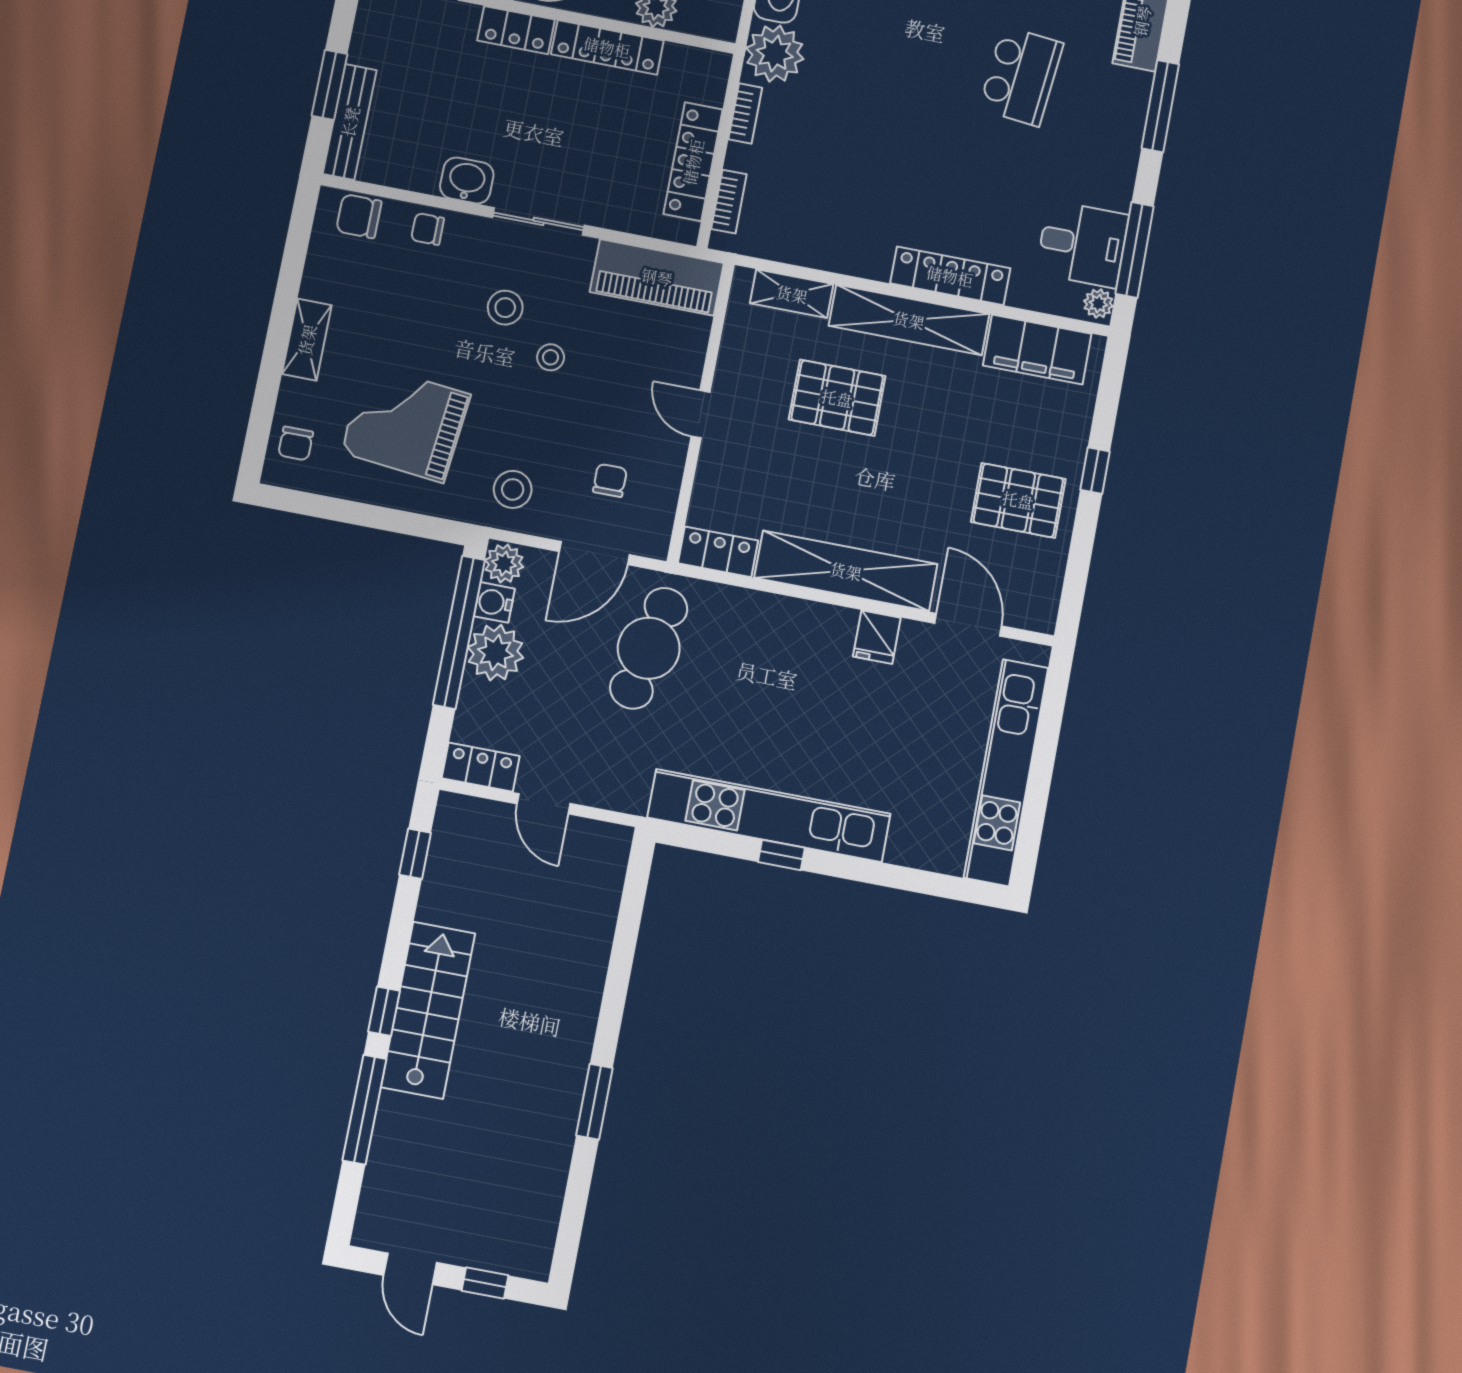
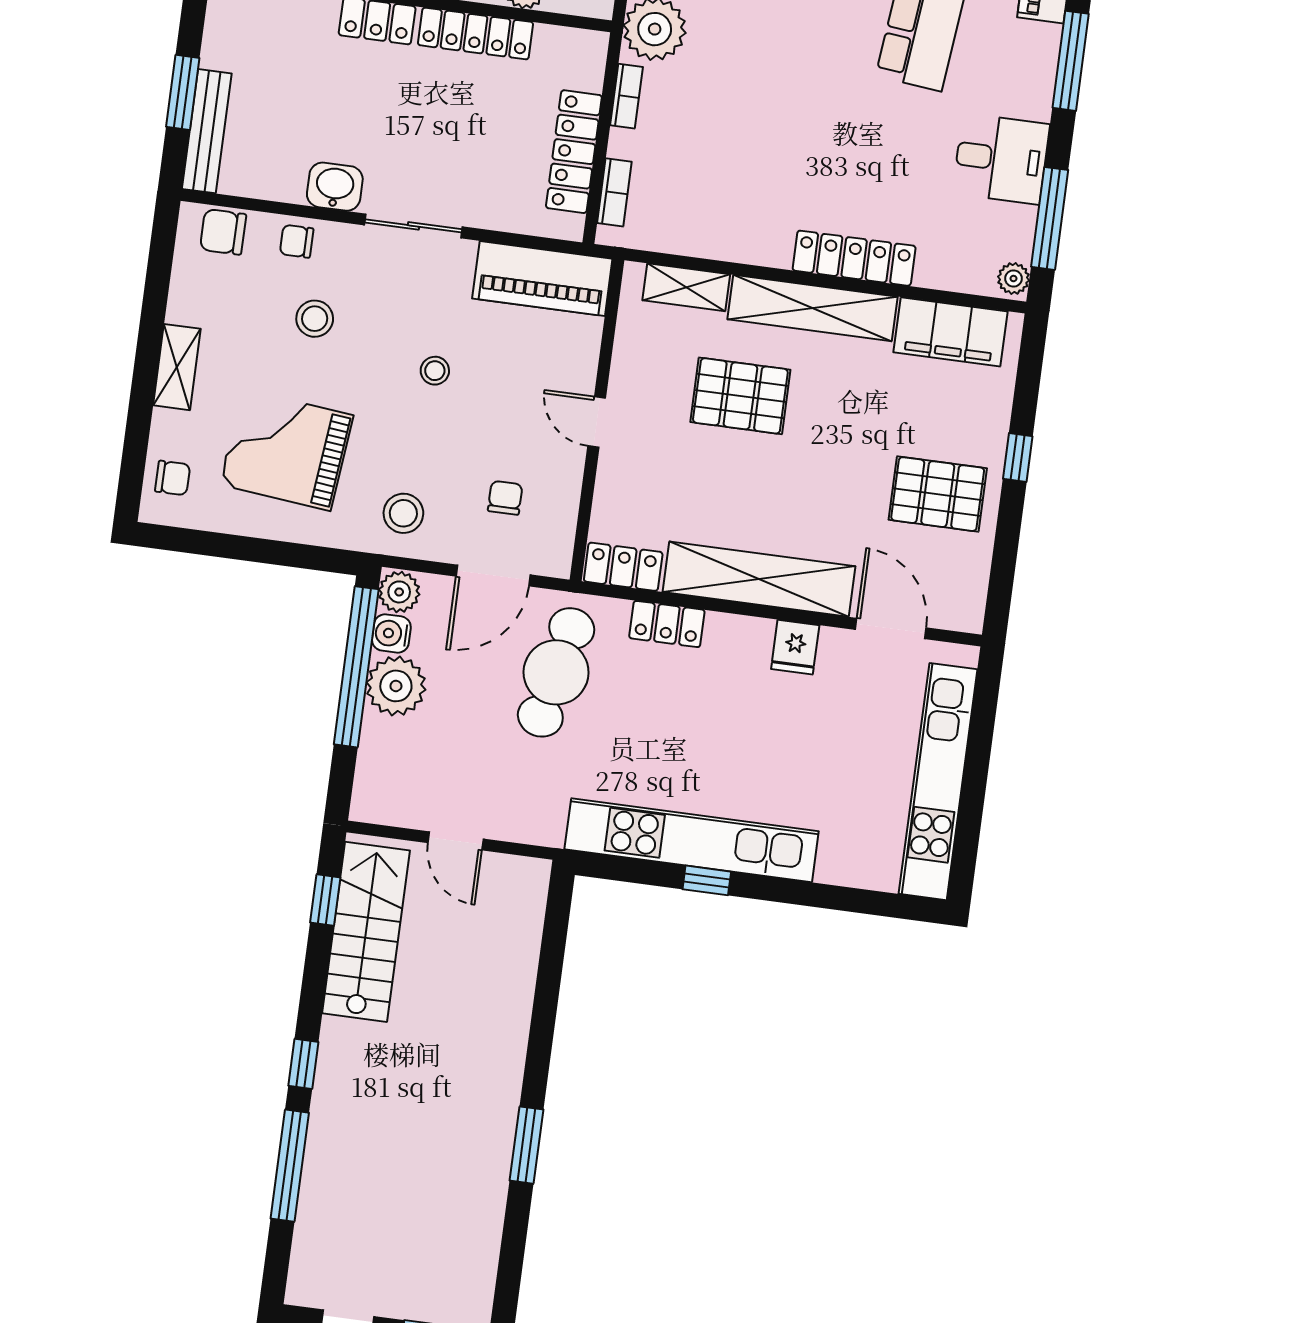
desk: (1082, 244) -> (1001, 159), moved
stool: (505, 308) -> (315, 319), moved
chair: (296, 444) -> (173, 478), turned -90
locker: (481, 767) -> (667, 624), moved, turned 180
stairs: (428, 1010) -> (366, 932), moved

